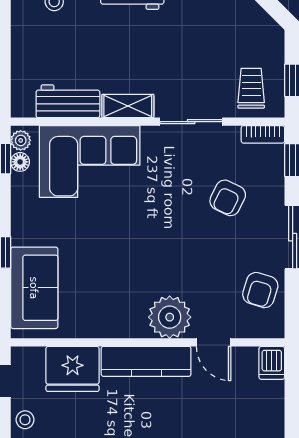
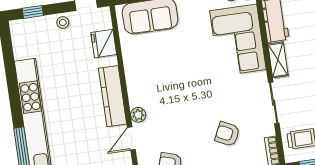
plant: (170, 317) -> (138, 115), width x0.53, depth x0.53
fridge: (73, 369) -> (104, 44), width x0.73, depth x0.75

